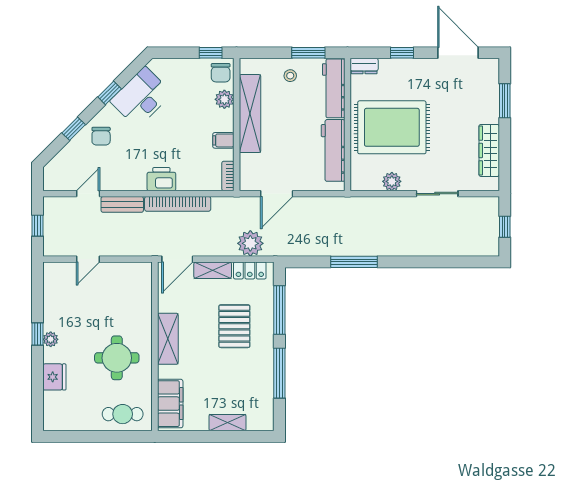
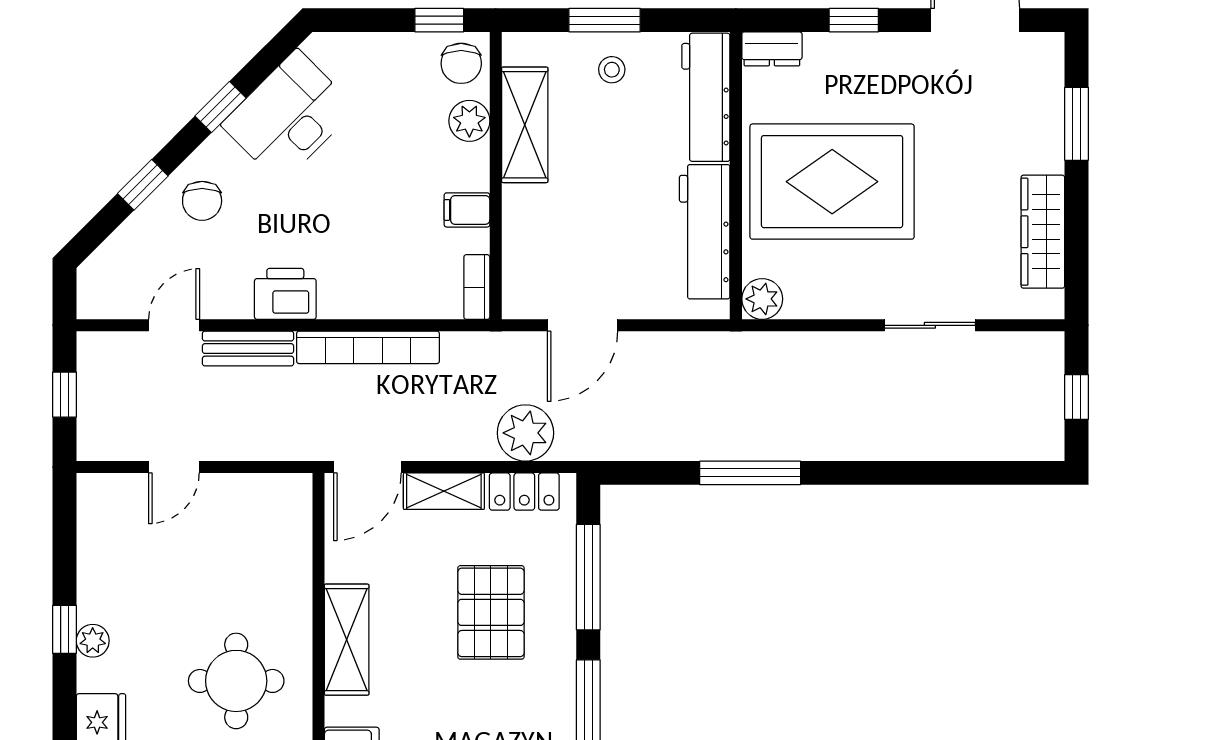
window: (308, 53) -> (605, 20), moved
shelving: (250, 114) -> (525, 125), width x0.68
printer: (161, 179) -> (285, 294), moved
plant: (392, 181) -> (762, 299), moved

